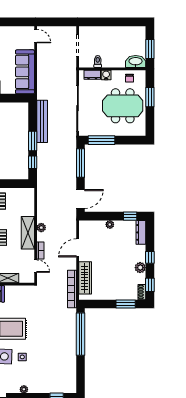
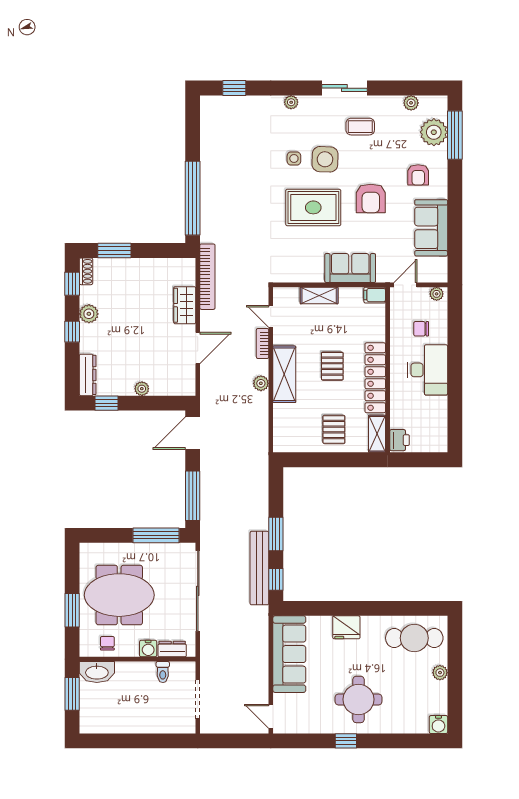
window: (33, 162) -> (276, 579), moved
wardrobe: (85, 278) -> (185, 305), width x0.67

